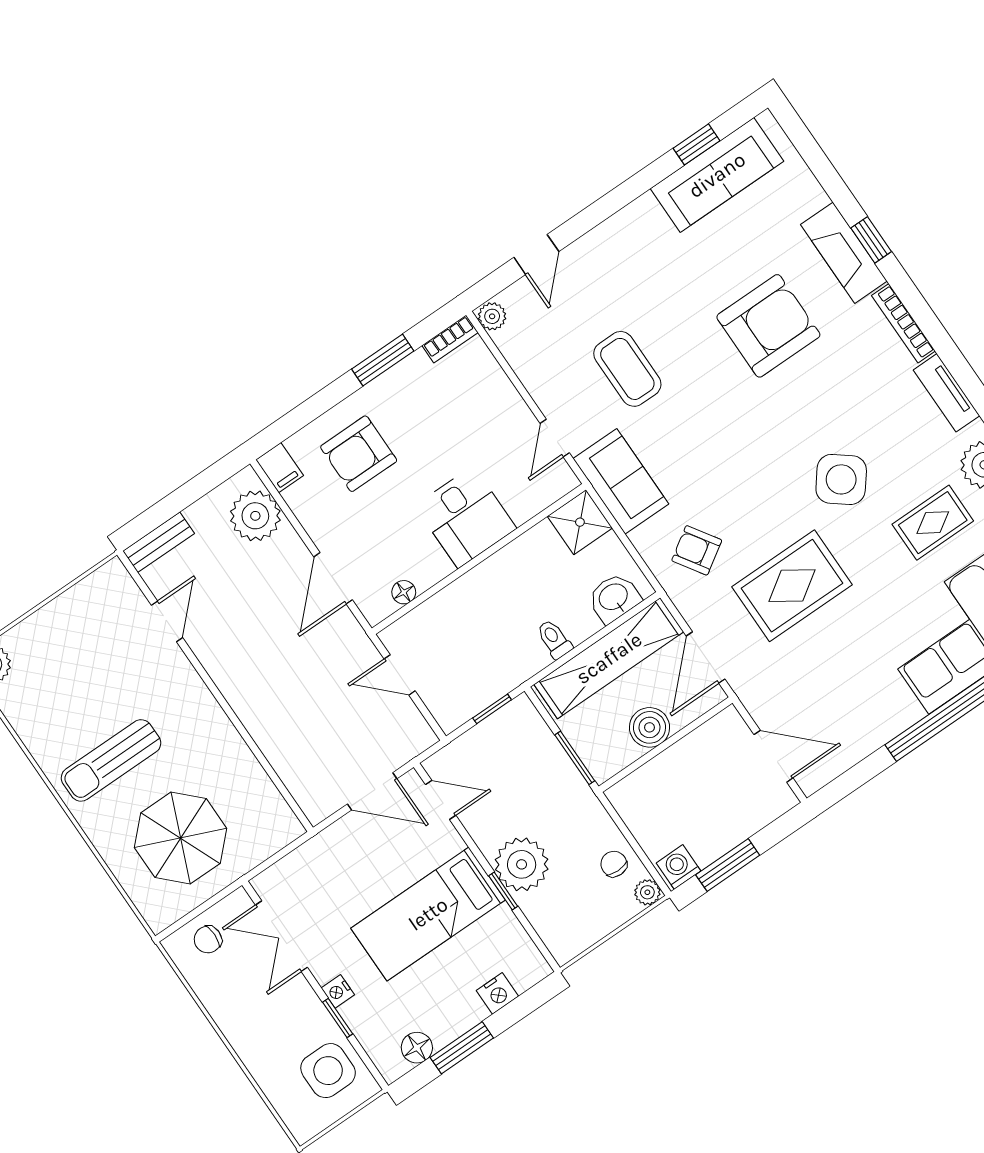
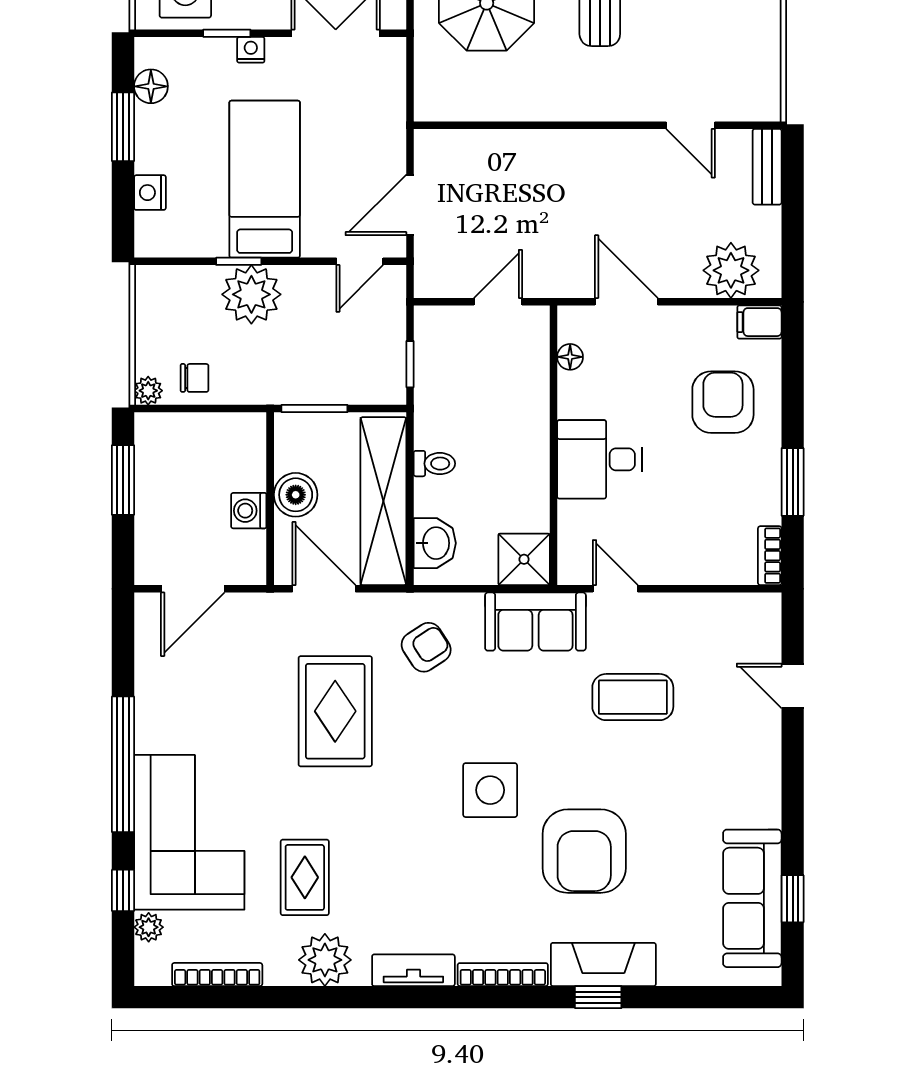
plant: (492, 316) -> (764, 608), removed
side table: (841, 479) -> (490, 790), moved, turned -38
washing machine: (679, 867) -> (249, 511), moved, turned 180

